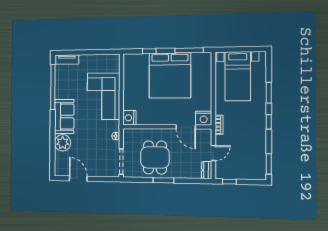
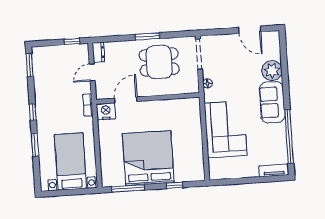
nightstand: (129, 118) -> (193, 106), removed
door: (186, 127) -> (126, 100), hinge flipped
dining table: (155, 157) -> (159, 62), turned 90

